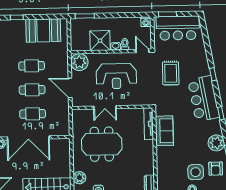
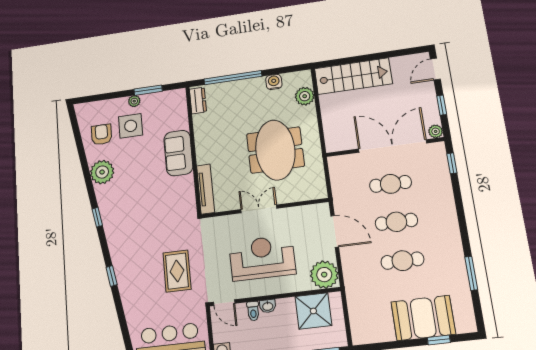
booth: (43, 30) -> (423, 318), moved
shower: (100, 41) -> (313, 311), moved
bar counter: (203, 99) -> (124, 237), removed
double door: (105, 107) -> (259, 209), moved
sofa: (164, 131) -> (178, 153), moved
meeting table: (102, 144) -> (275, 150), turned 90

